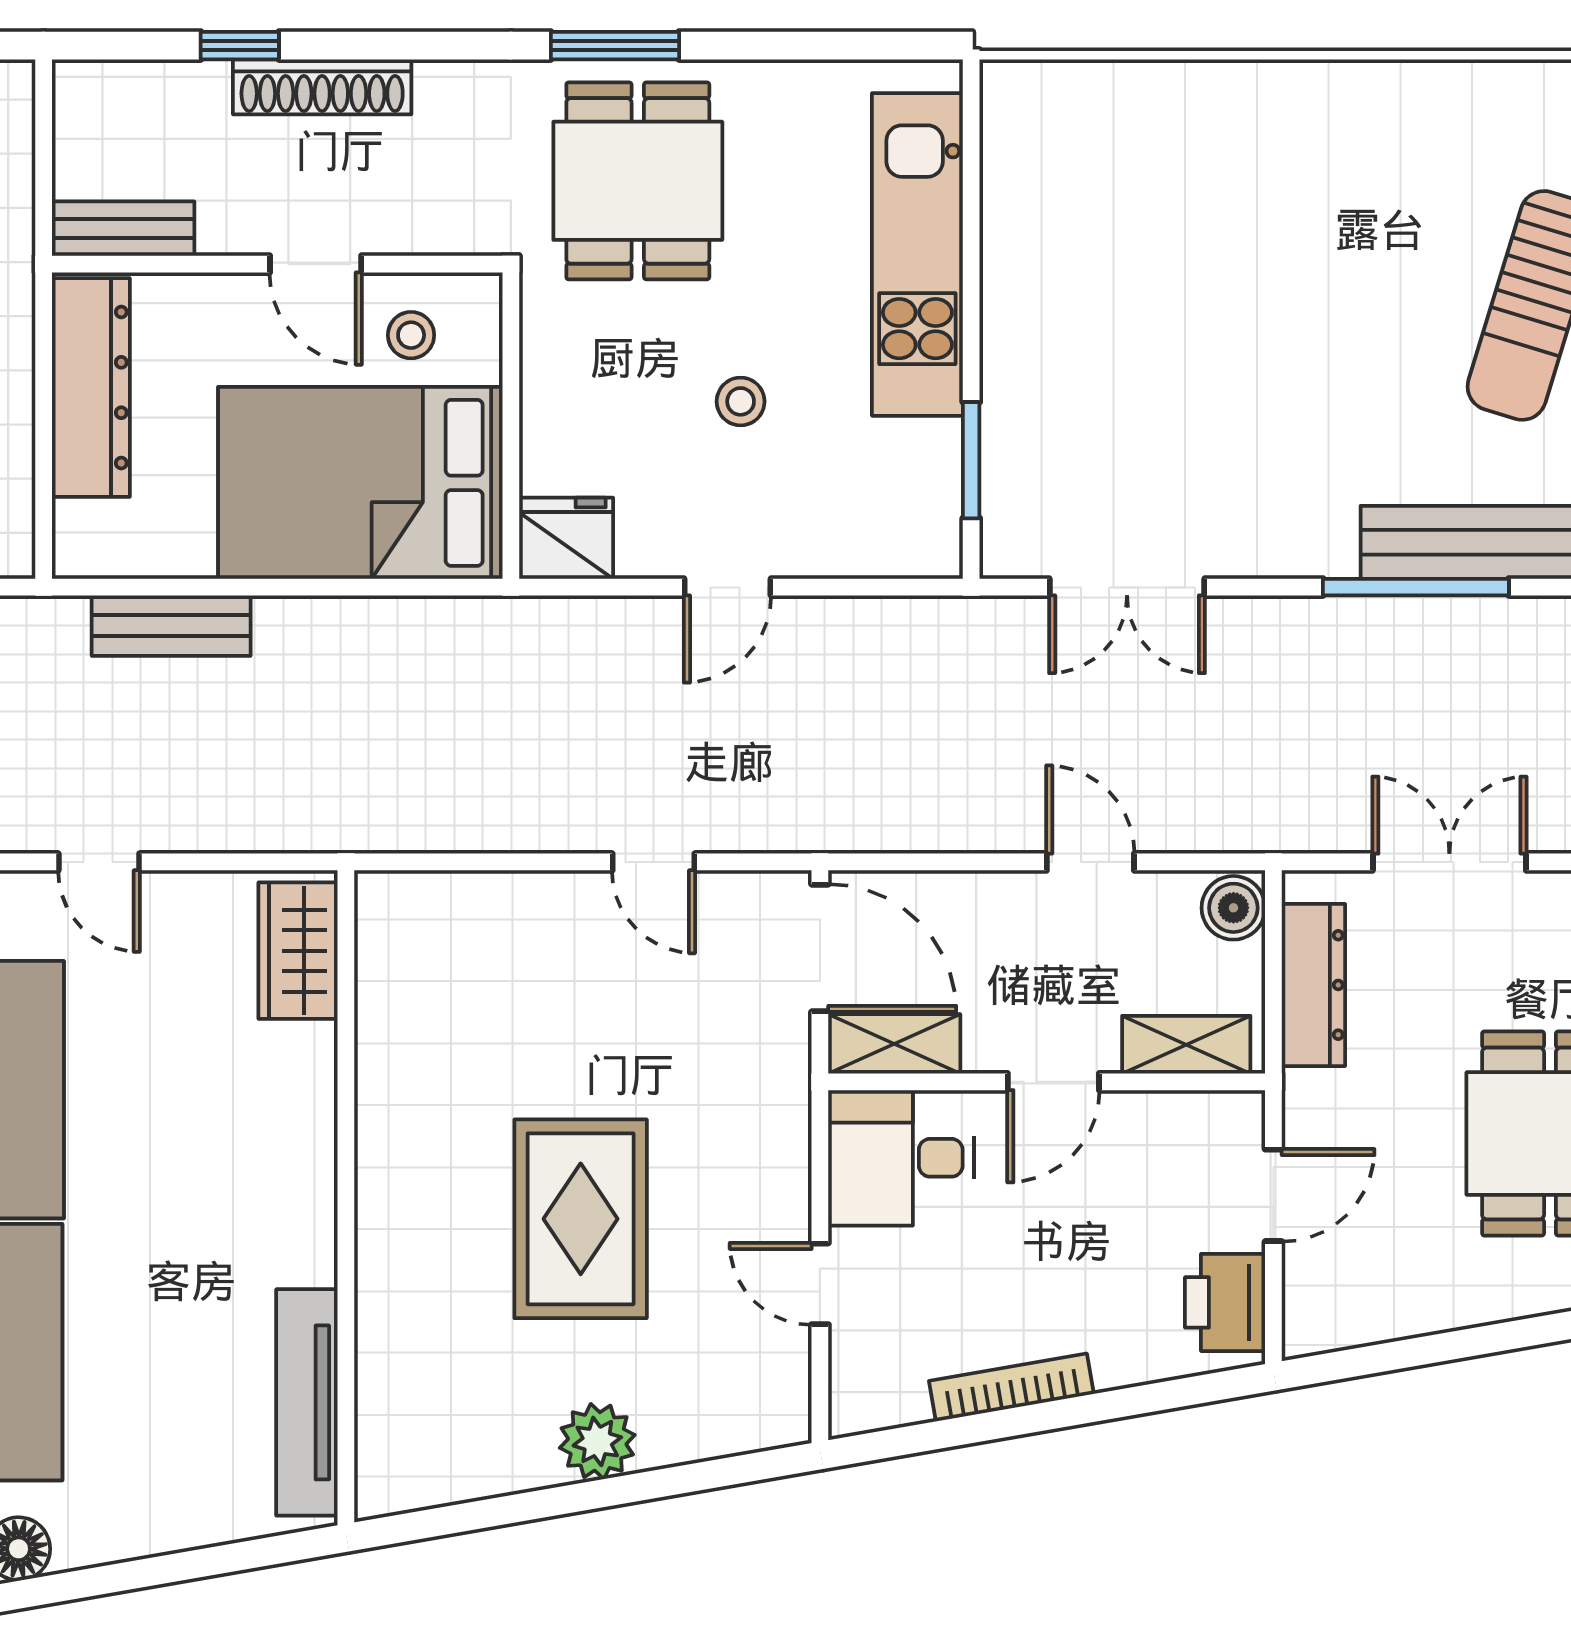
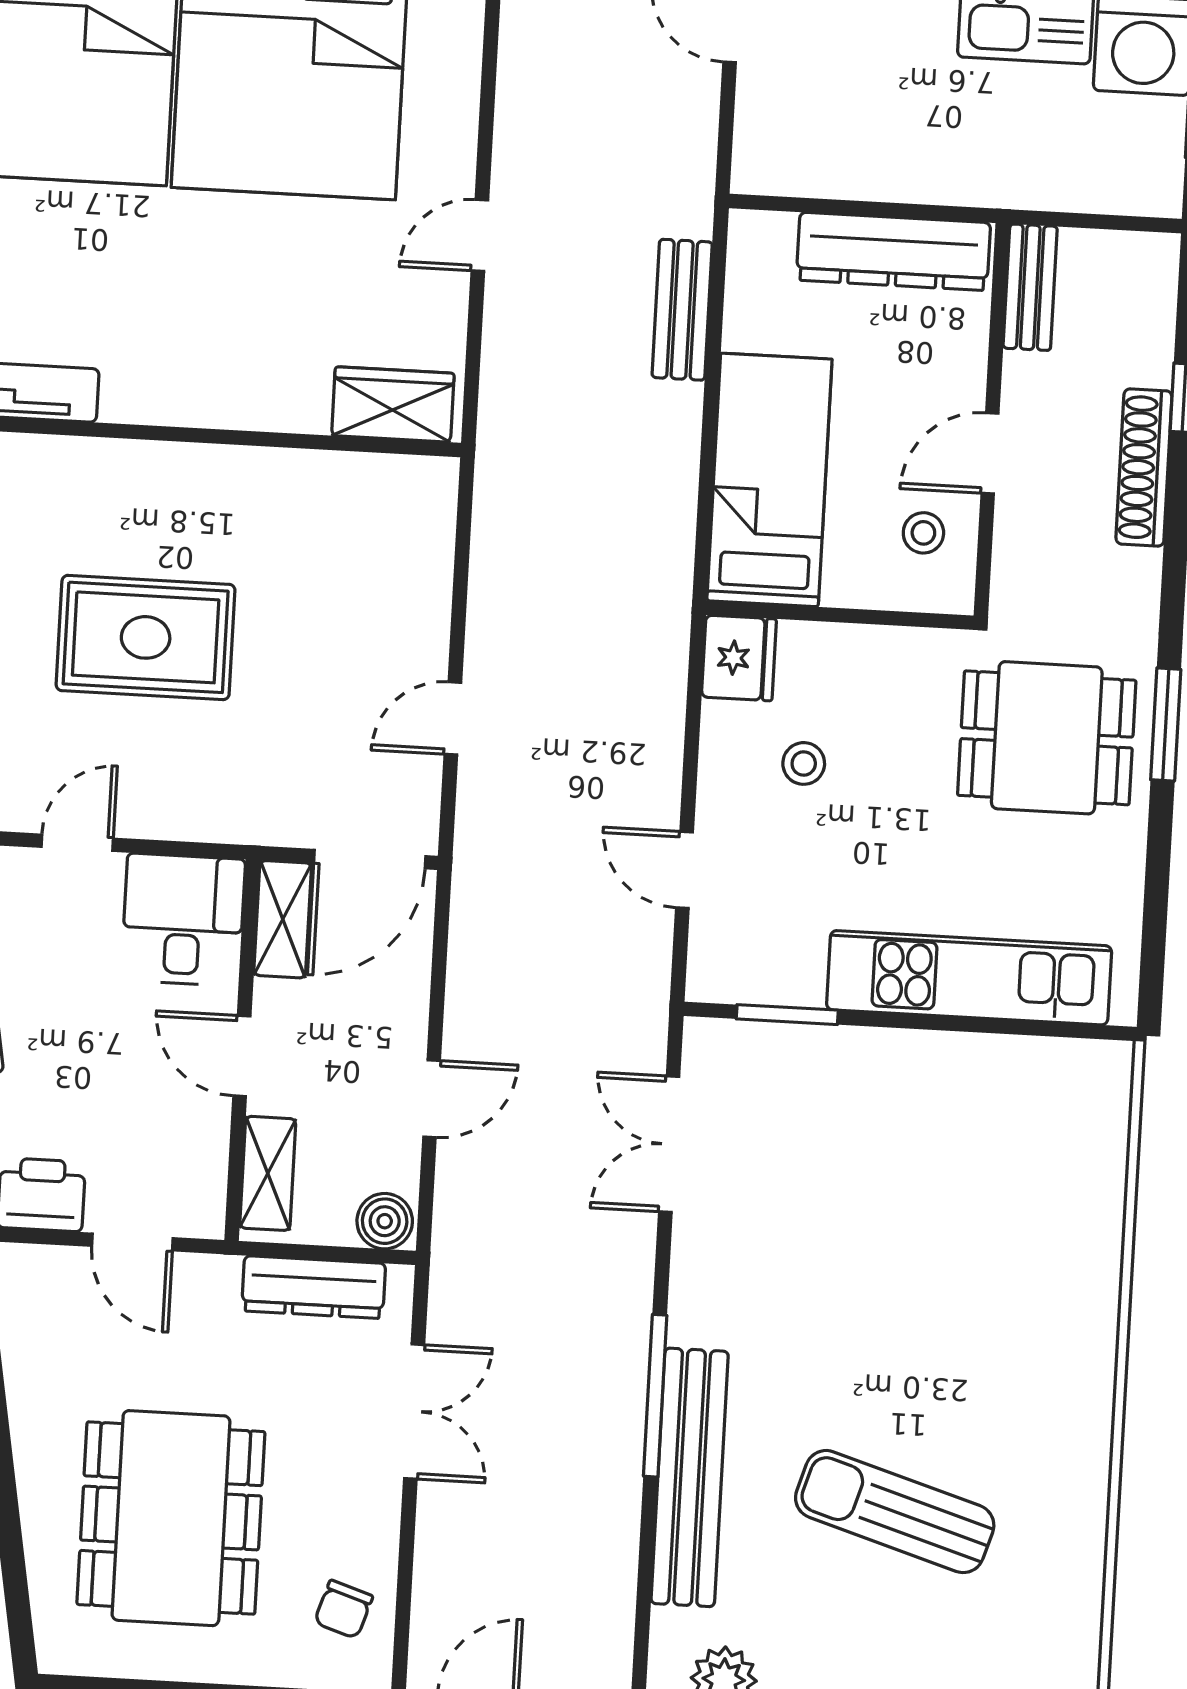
stool: (741, 401) -> (804, 763), moved
bed: (360, 483) -> (769, 480), width x0.67
door: (728, 587) -> (685, 870), moved

